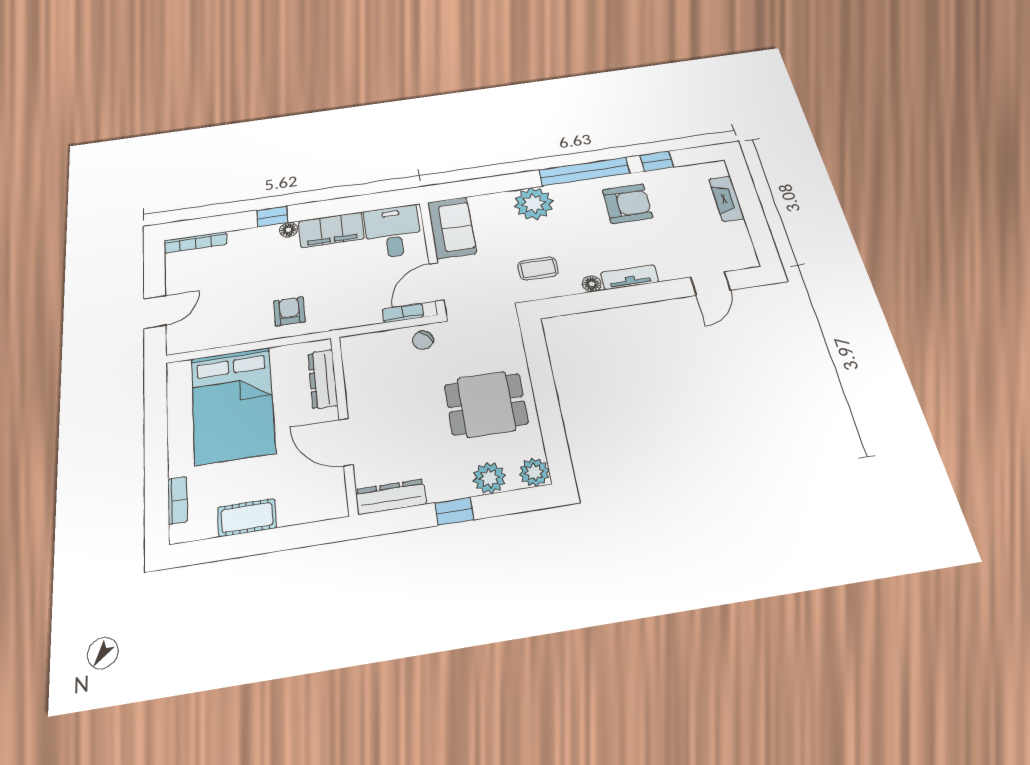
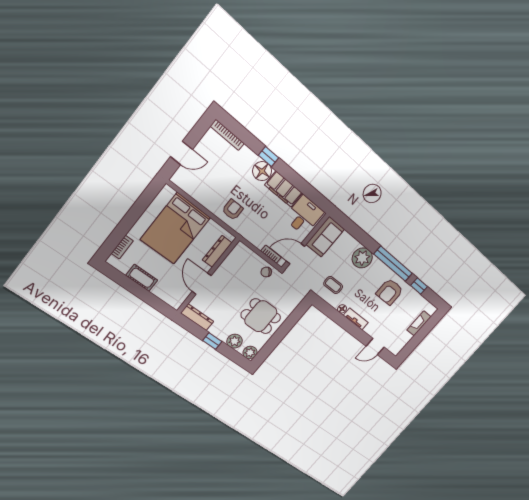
armchair: (628, 204) -> (390, 292), turned 90
floor lamp: (288, 230) -> (262, 171), width x1.89, depth x1.89

